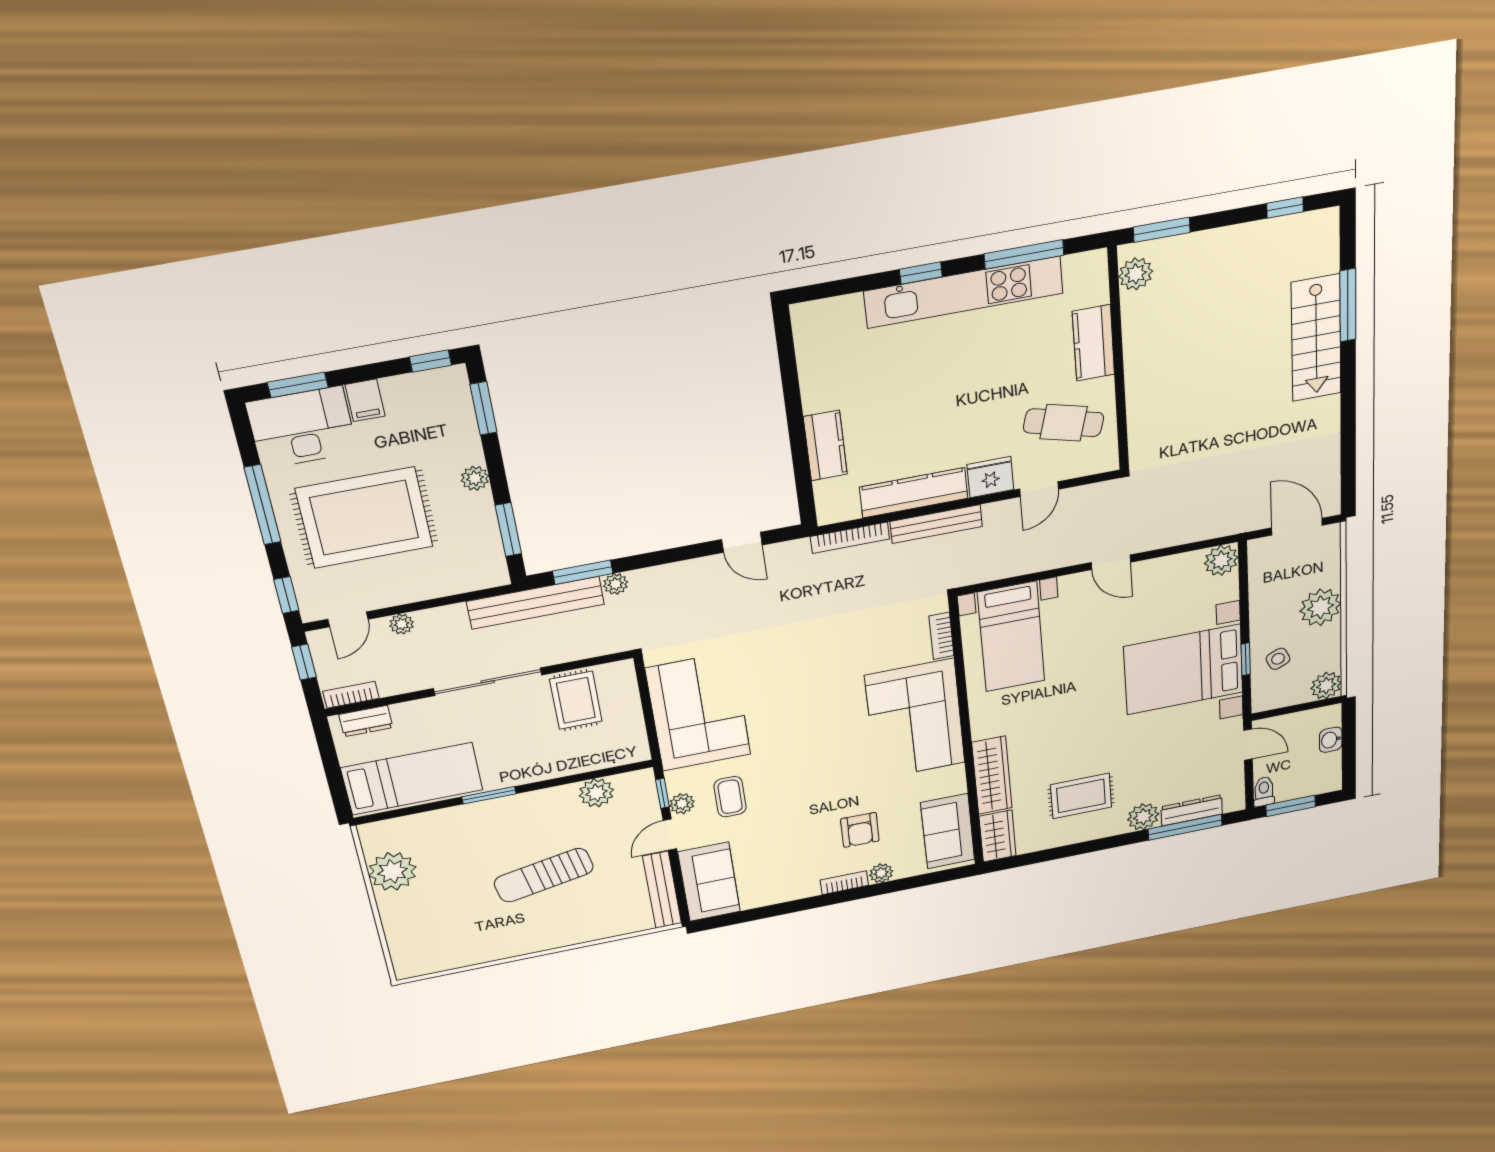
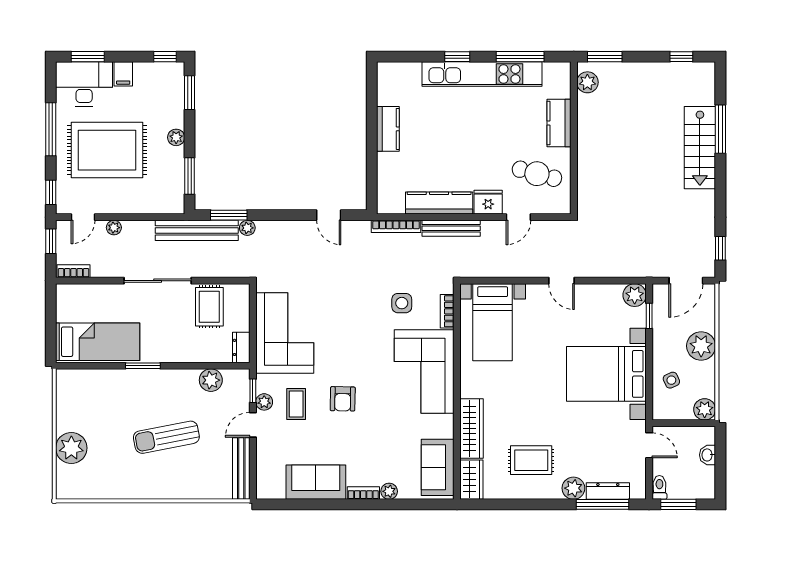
kitchen counter: (825, 446) -> (388, 129), moved
window: (1348, 473) -> (720, 248), added
door: (1297, 527) -> (686, 281), swing flipped
side table: (871, 638) -> (402, 303), added
window: (1246, 659) -> (649, 316), moved
dresser: (366, 721) -> (241, 347), moved, turned 90
armchair: (860, 830) -> (343, 399), moved
plant: (392, 871) -> (71, 448), moved
sofa: (709, 882) -> (316, 482), moved, turned -90

